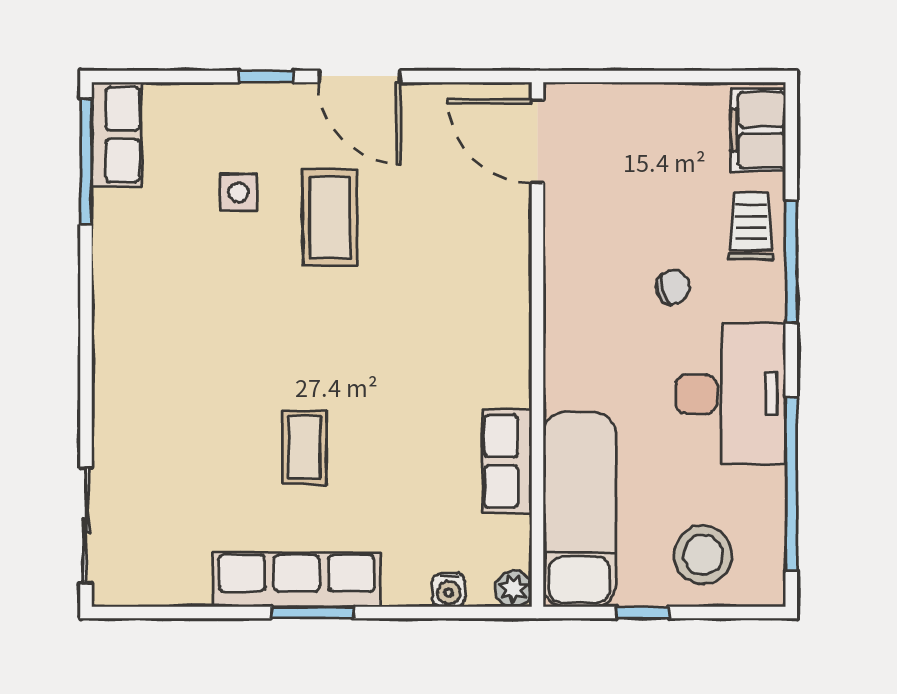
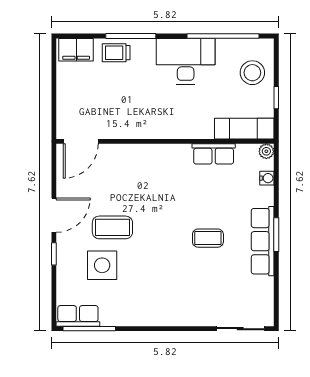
side table: (239, 193) -> (102, 265), width x1.87, depth x1.87
chair: (673, 287) -> (141, 85), removed
exam couch: (579, 509) -> (244, 129), width x0.73, depth x0.69

